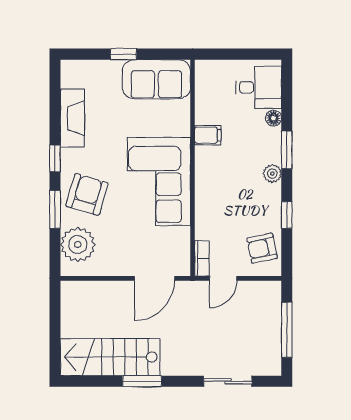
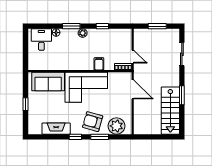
sofa: (156, 79) -> (48, 82), moved, turned 90
filing cabinet: (208, 135) -> (99, 64), moved
armchair: (262, 248) -> (118, 38), removed
window: (287, 330) -> (157, 26), width x0.69

